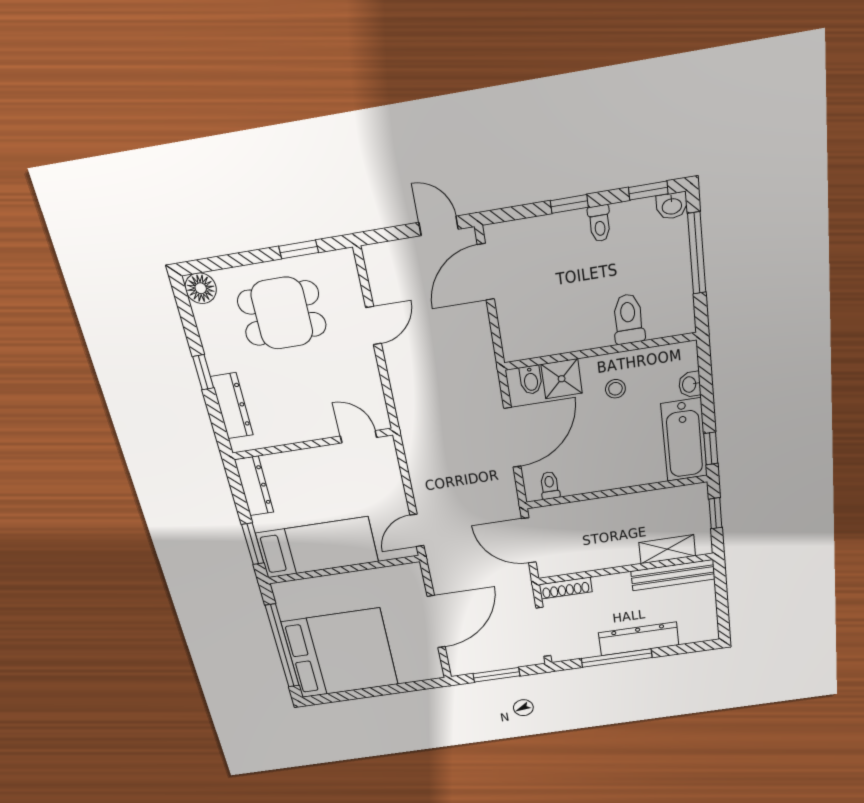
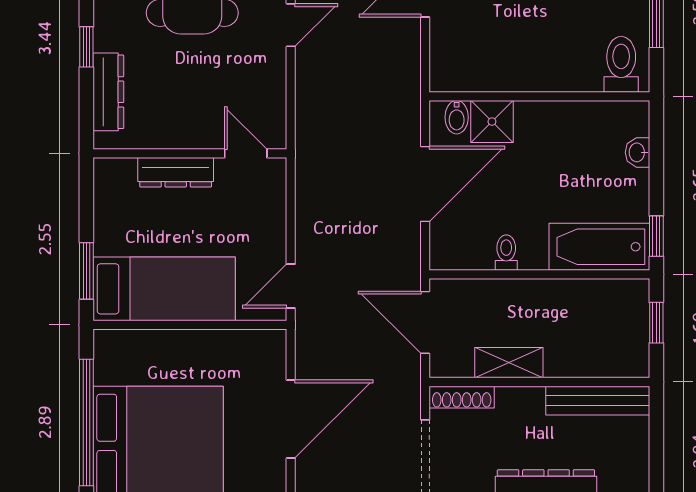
toilet: (628, 319) -> (621, 64), moved
stool: (615, 389) -> (552, 144), removed
bathtub: (684, 440) -> (599, 247), moved, turned 90
toilet: (550, 485) -> (506, 253), moved
dresser: (254, 486) -> (176, 172), moved, turned 90
shelving: (667, 549) -> (509, 363), moved

